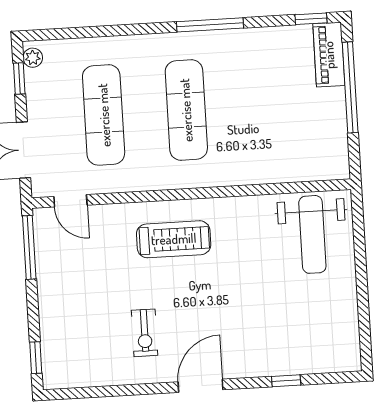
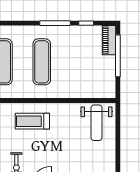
window: (311, 19) -> (86, 23), moved
treadmill: (174, 239) -> (32, 121), turned 180

